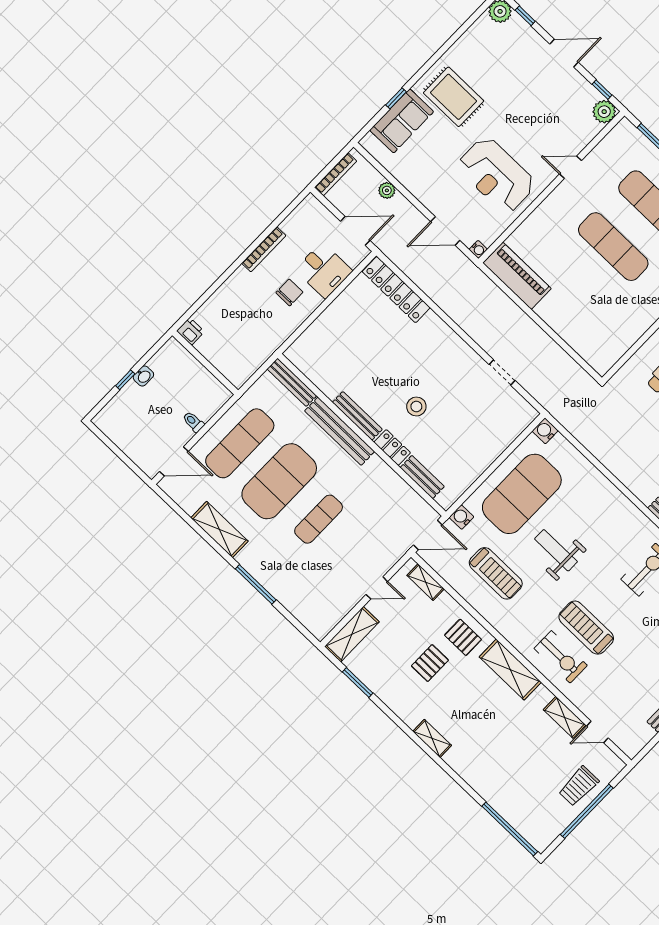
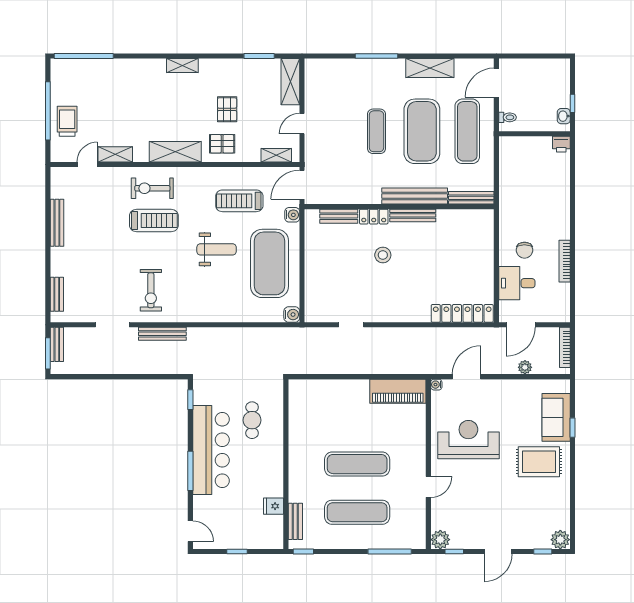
printer: (191, 331) -> (561, 144), moved
wall: (205, 363) -> (534, 134), moved

